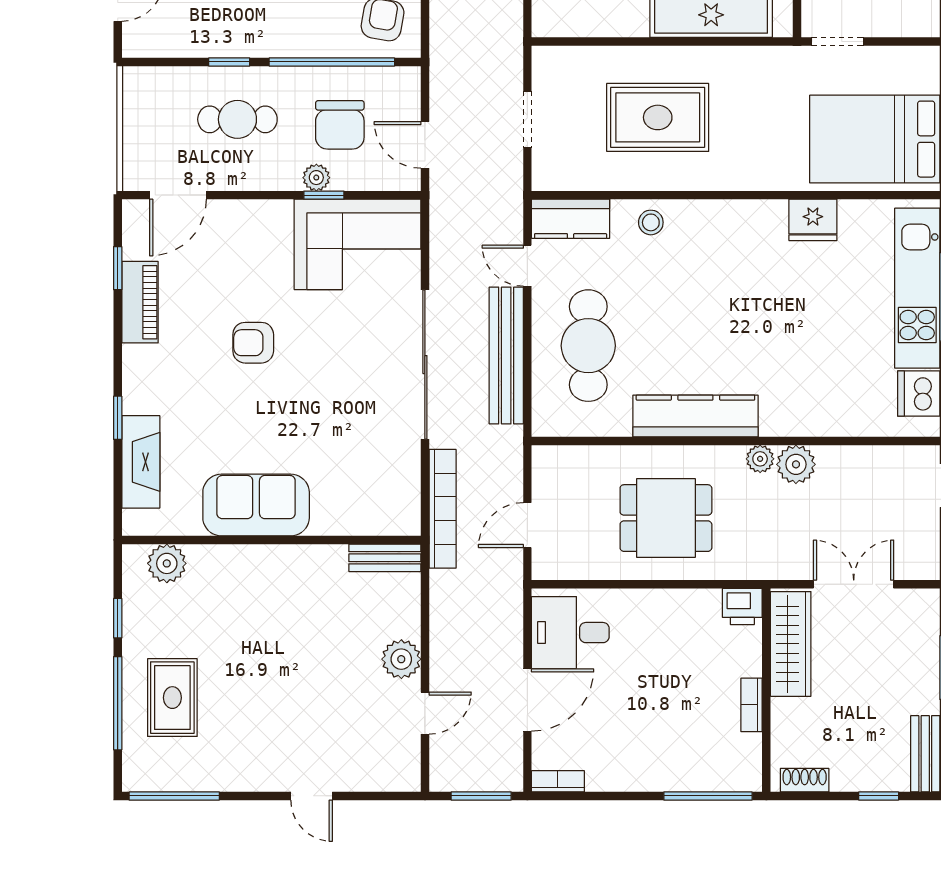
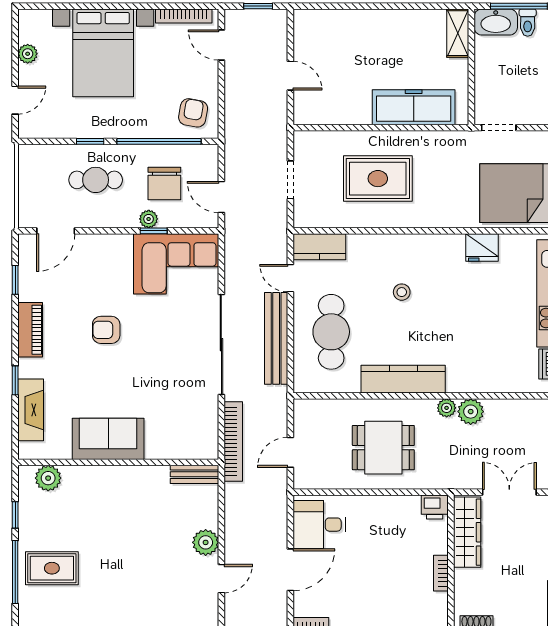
stool: (651, 222) -> (402, 292), moved
piano: (140, 302) -> (30, 330), moved
rug: (172, 698) -> (52, 568), turned 90

